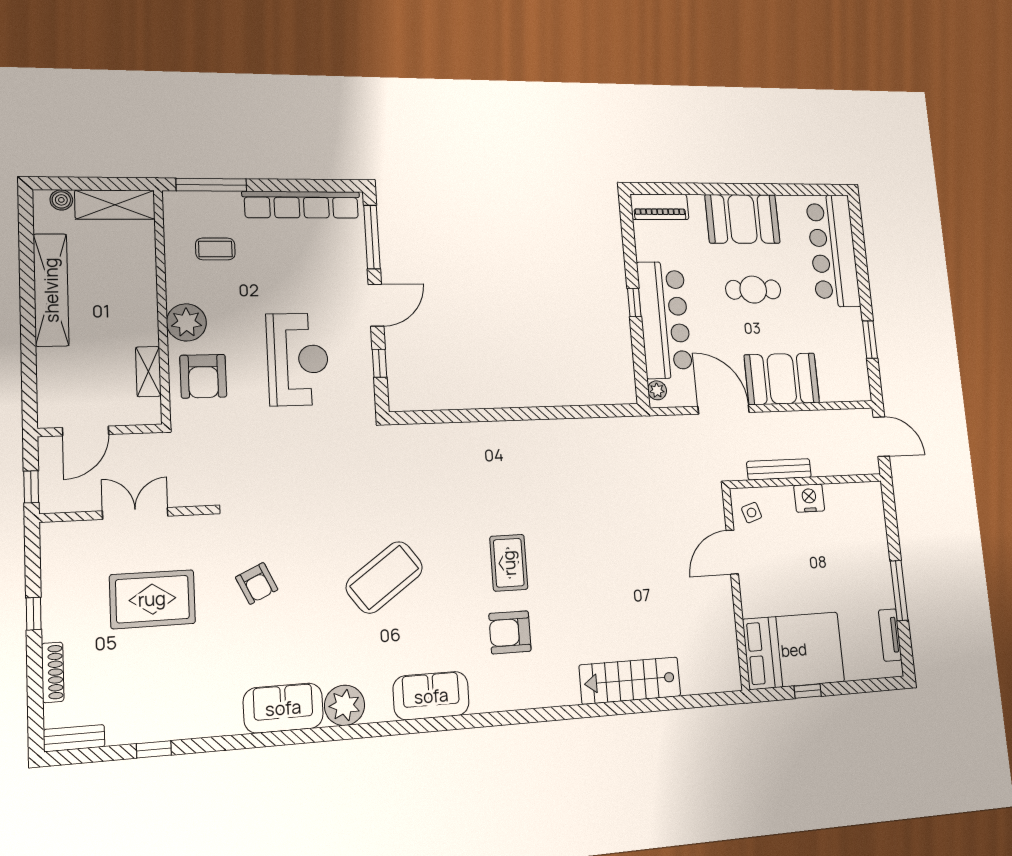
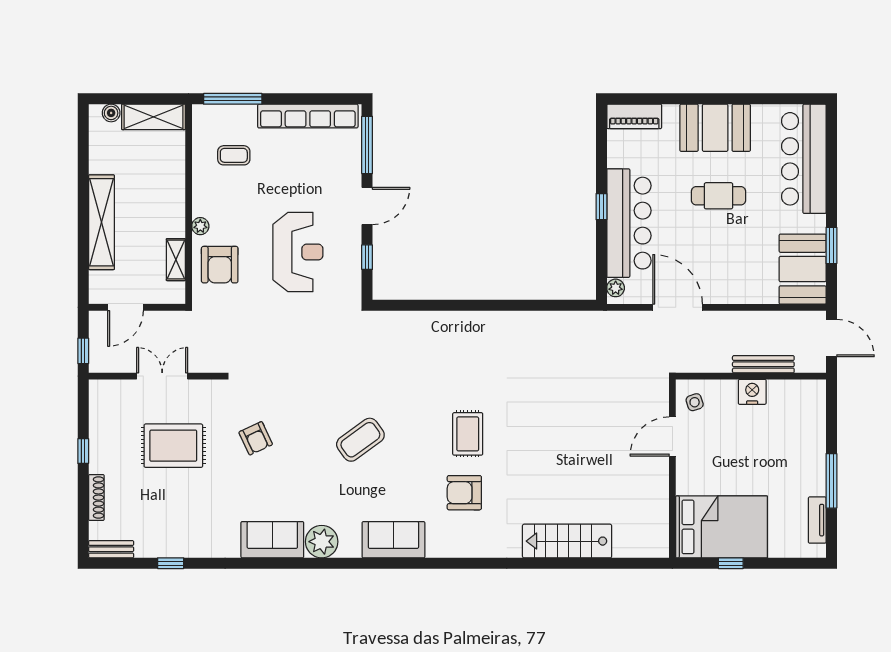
shelving: (51, 290) -> (101, 222), moved
plant: (186, 322) -> (200, 226), width x0.53, depth x0.53
booth: (782, 379) -> (803, 269), moved, turned 90
bench: (779, 469) -> (763, 364), moved
coffee table: (384, 577) -> (360, 440), width x0.73, depth x0.76

